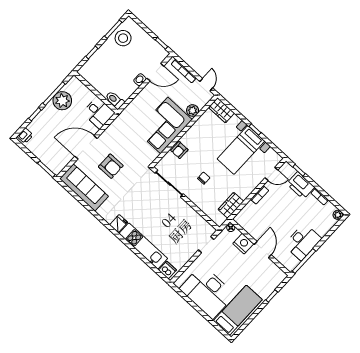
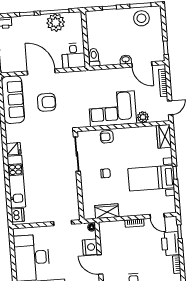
armchair: (111, 166) -> (47, 102), turned -90
door: (263, 250) -> (100, 264), swing flipped

